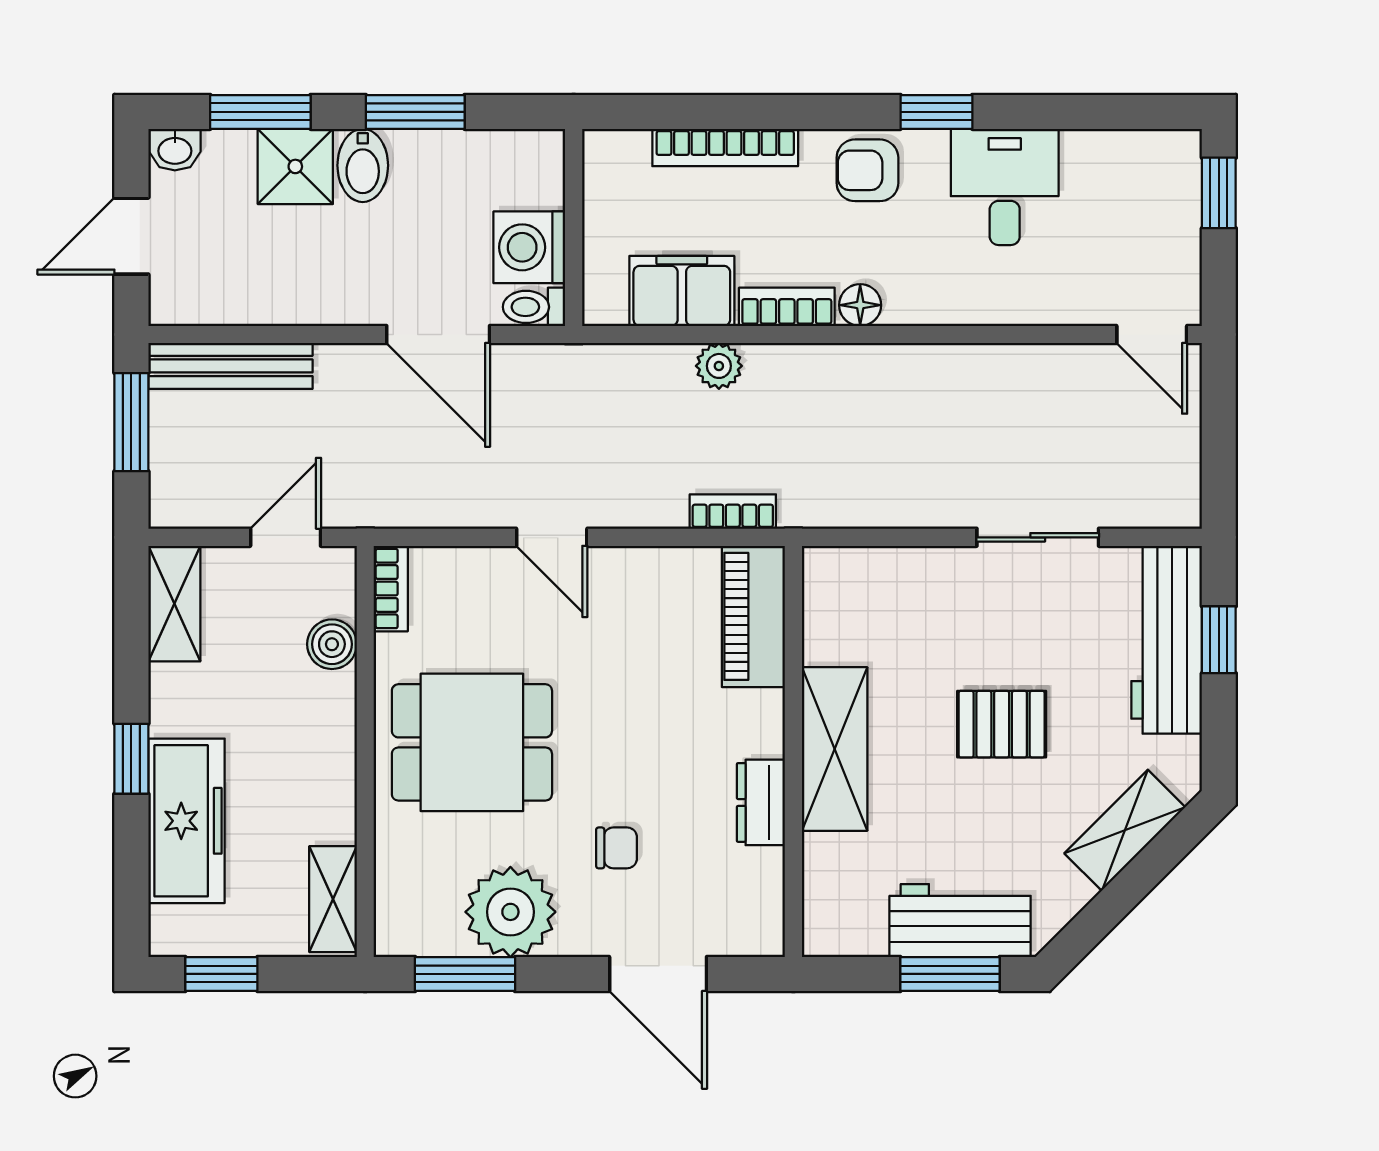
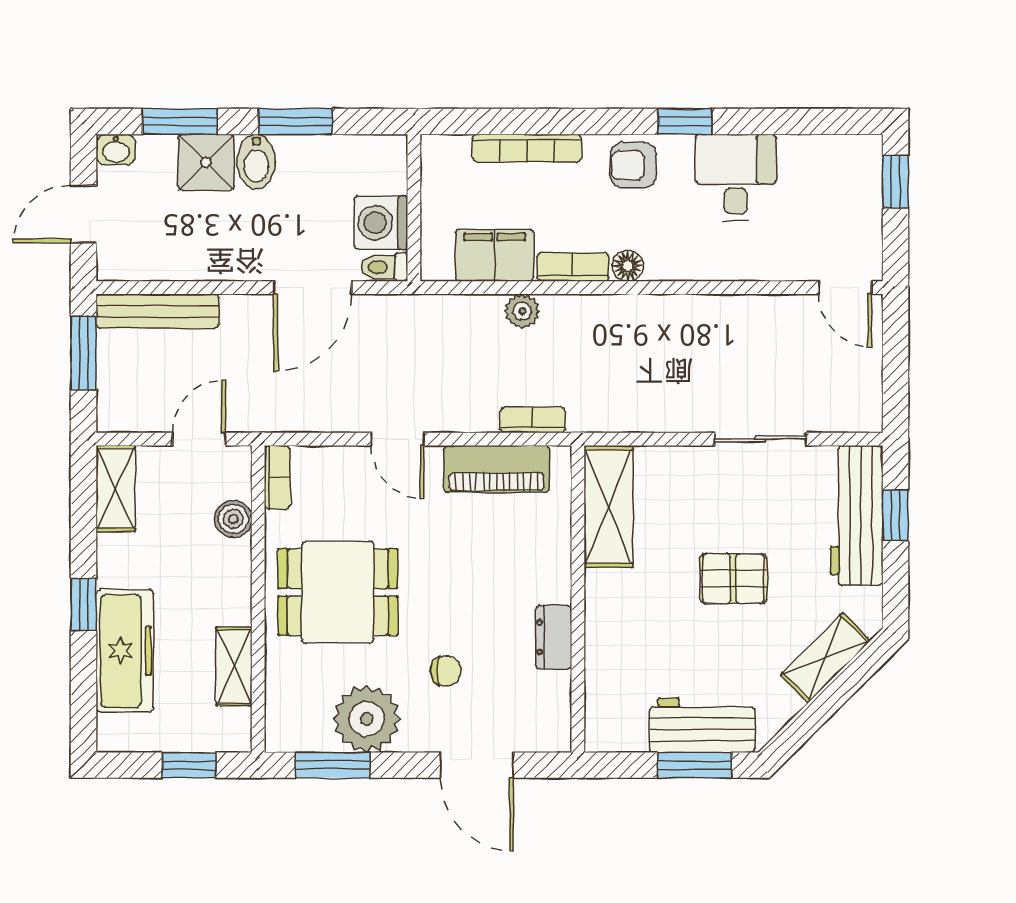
door: (438, 334) -> (313, 288), hinge flipped
piano: (753, 616) -> (496, 469), moved, turned -90
shelving: (835, 749) -> (609, 506), moved
shelving: (333, 899) -> (234, 666), moved
window: (221, 974) -> (189, 765), moved

